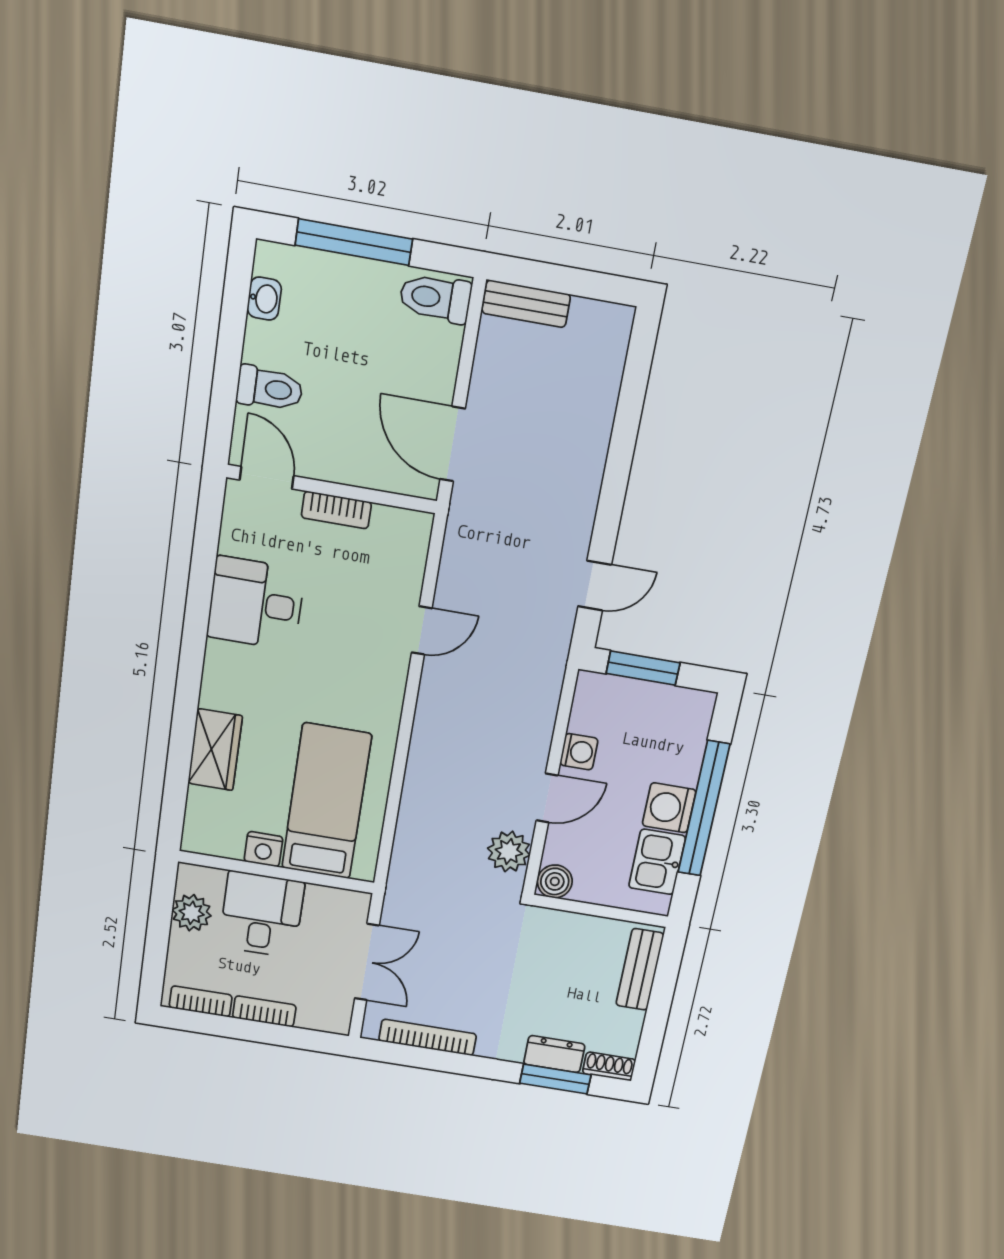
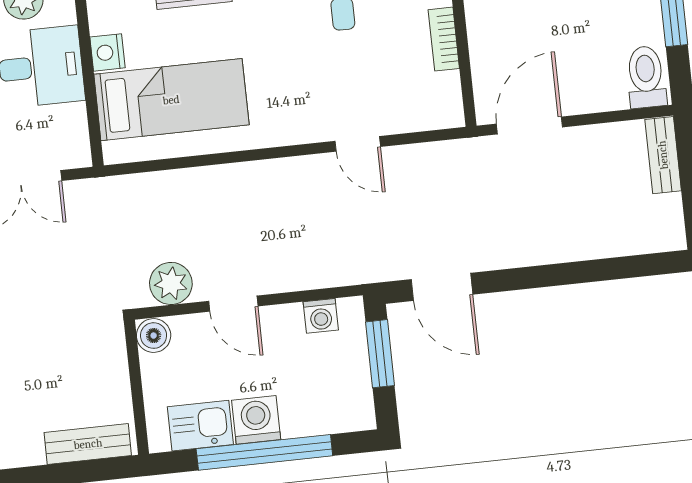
door: (595, 586) -> (442, 287), width x1.38
washing machine: (579, 752) -> (321, 316), moved

